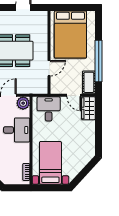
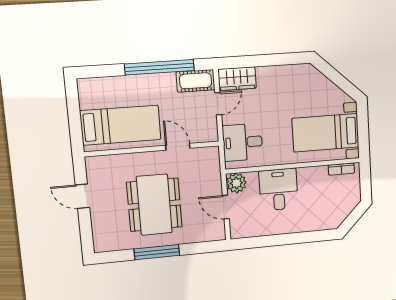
bed: (70, 34) -> (121, 125), width x0.67

